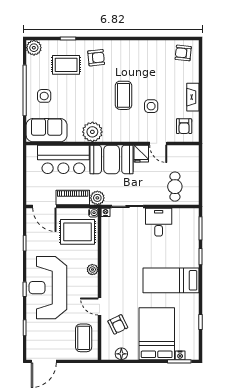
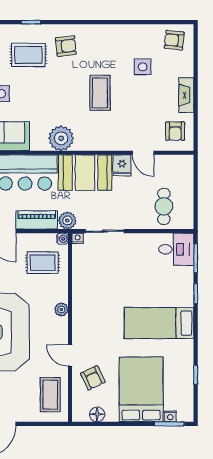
side table: (151, 106) -> (143, 67), moved
desk: (159, 222) -> (176, 249), moved, turned 90
rug: (77, 232) -> (43, 263), width x0.73, depth x0.70

